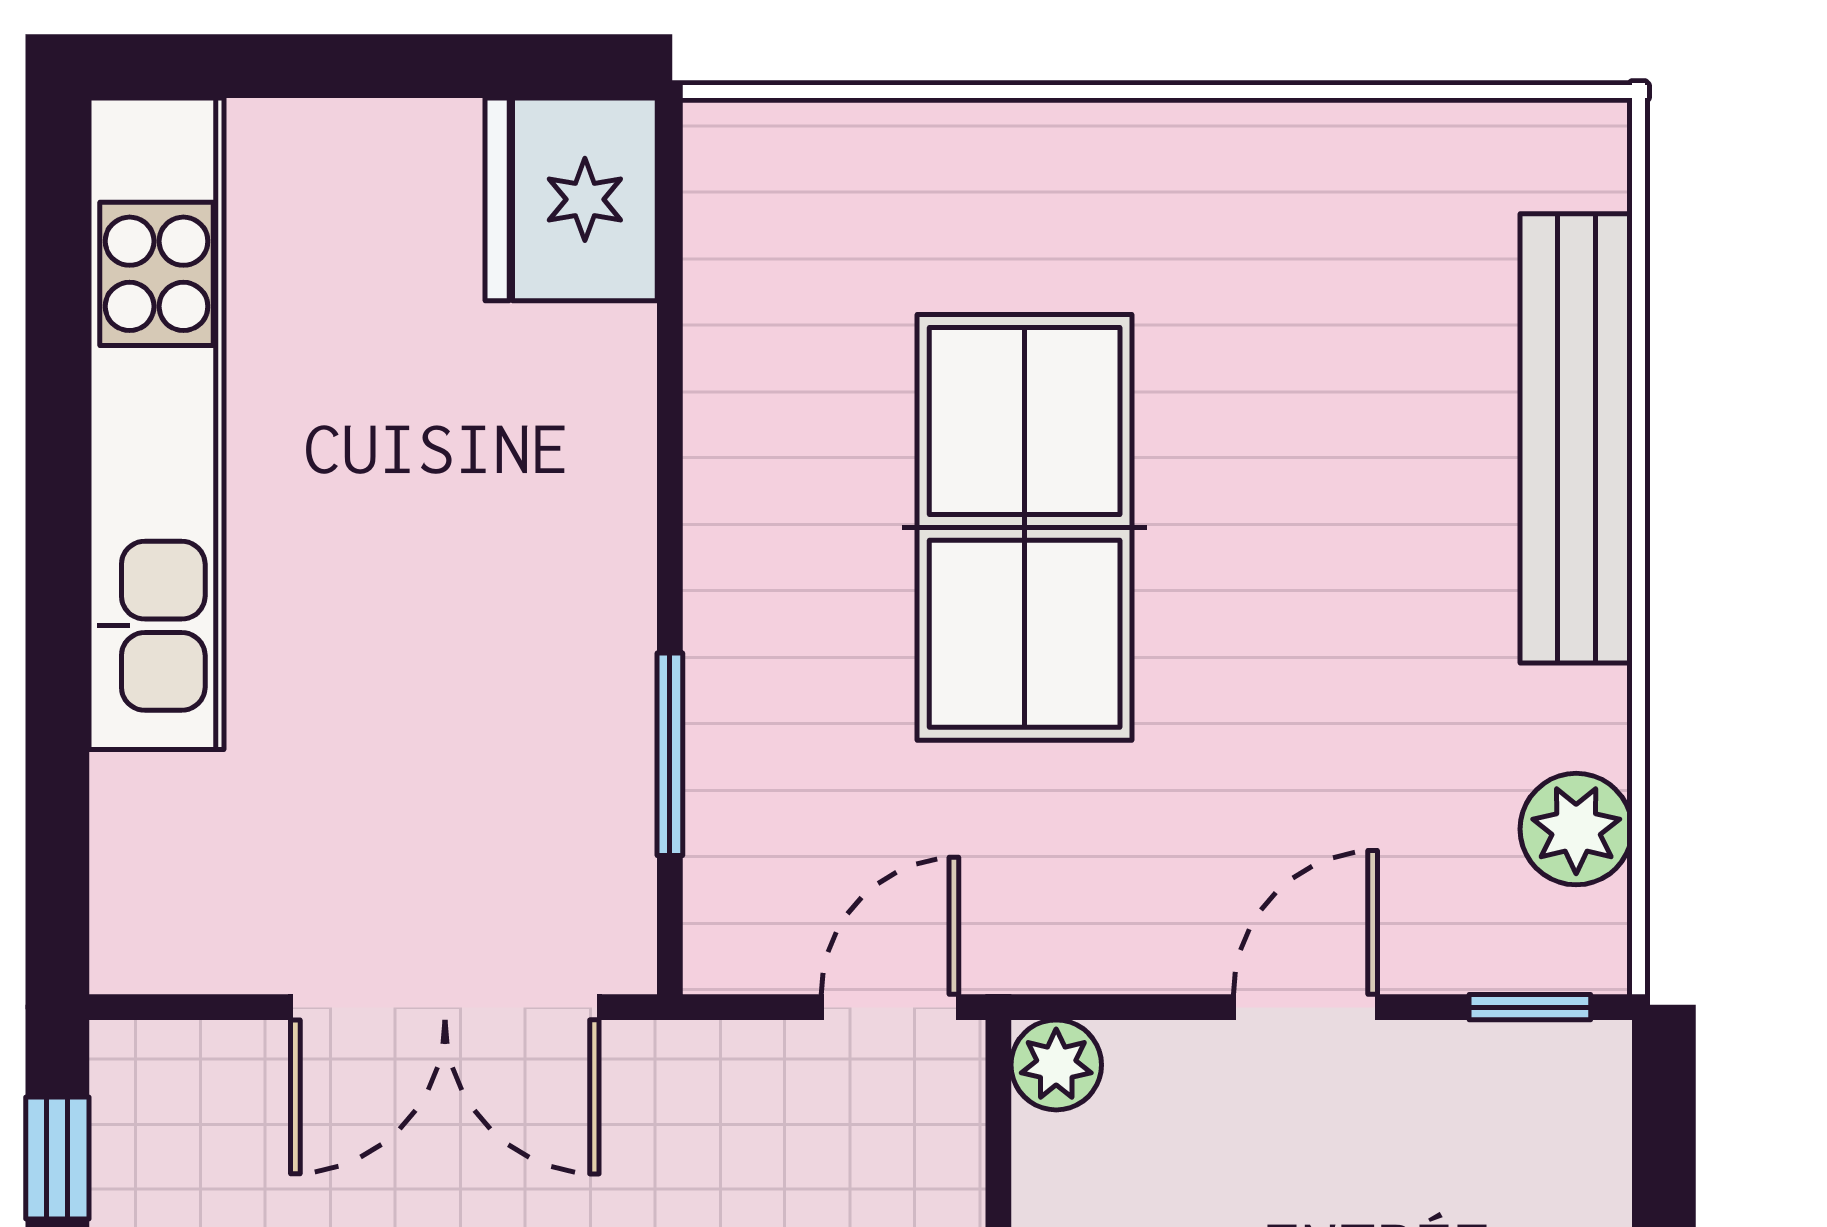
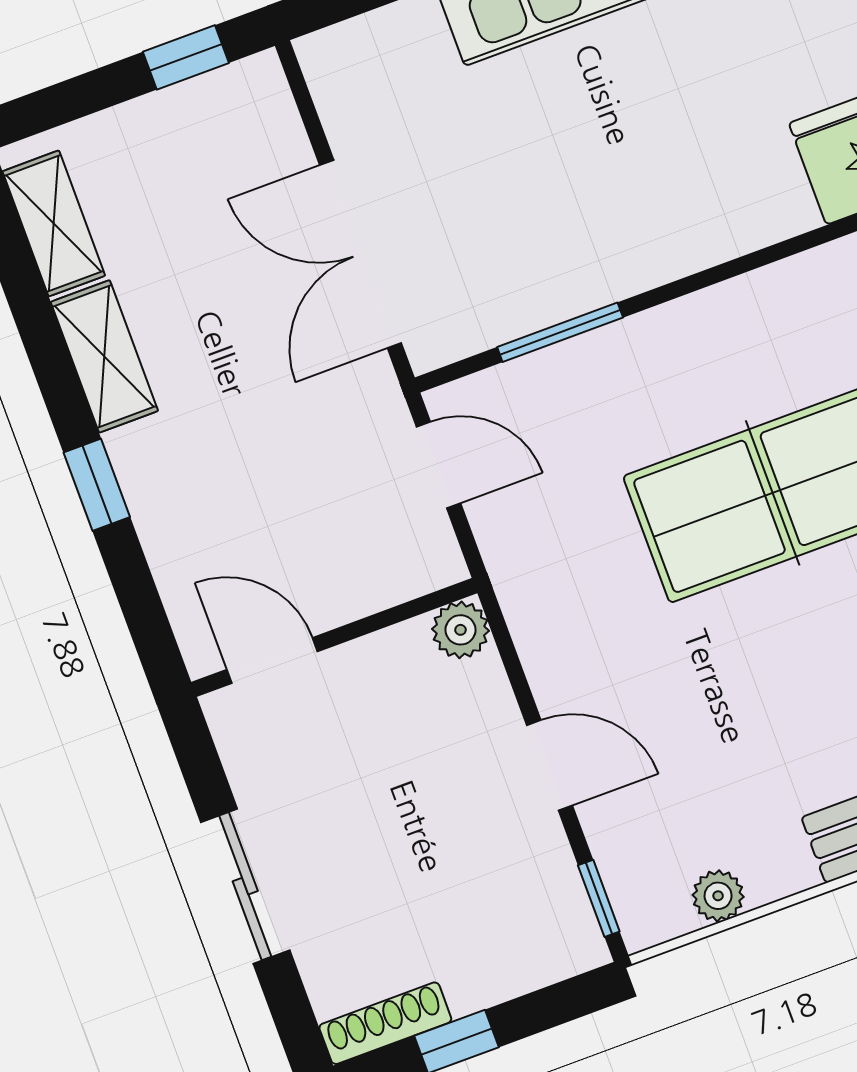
plant: (1576, 829) -> (718, 896), width x0.73, depth x0.73
door: (890, 1007) -> (439, 465), moved

